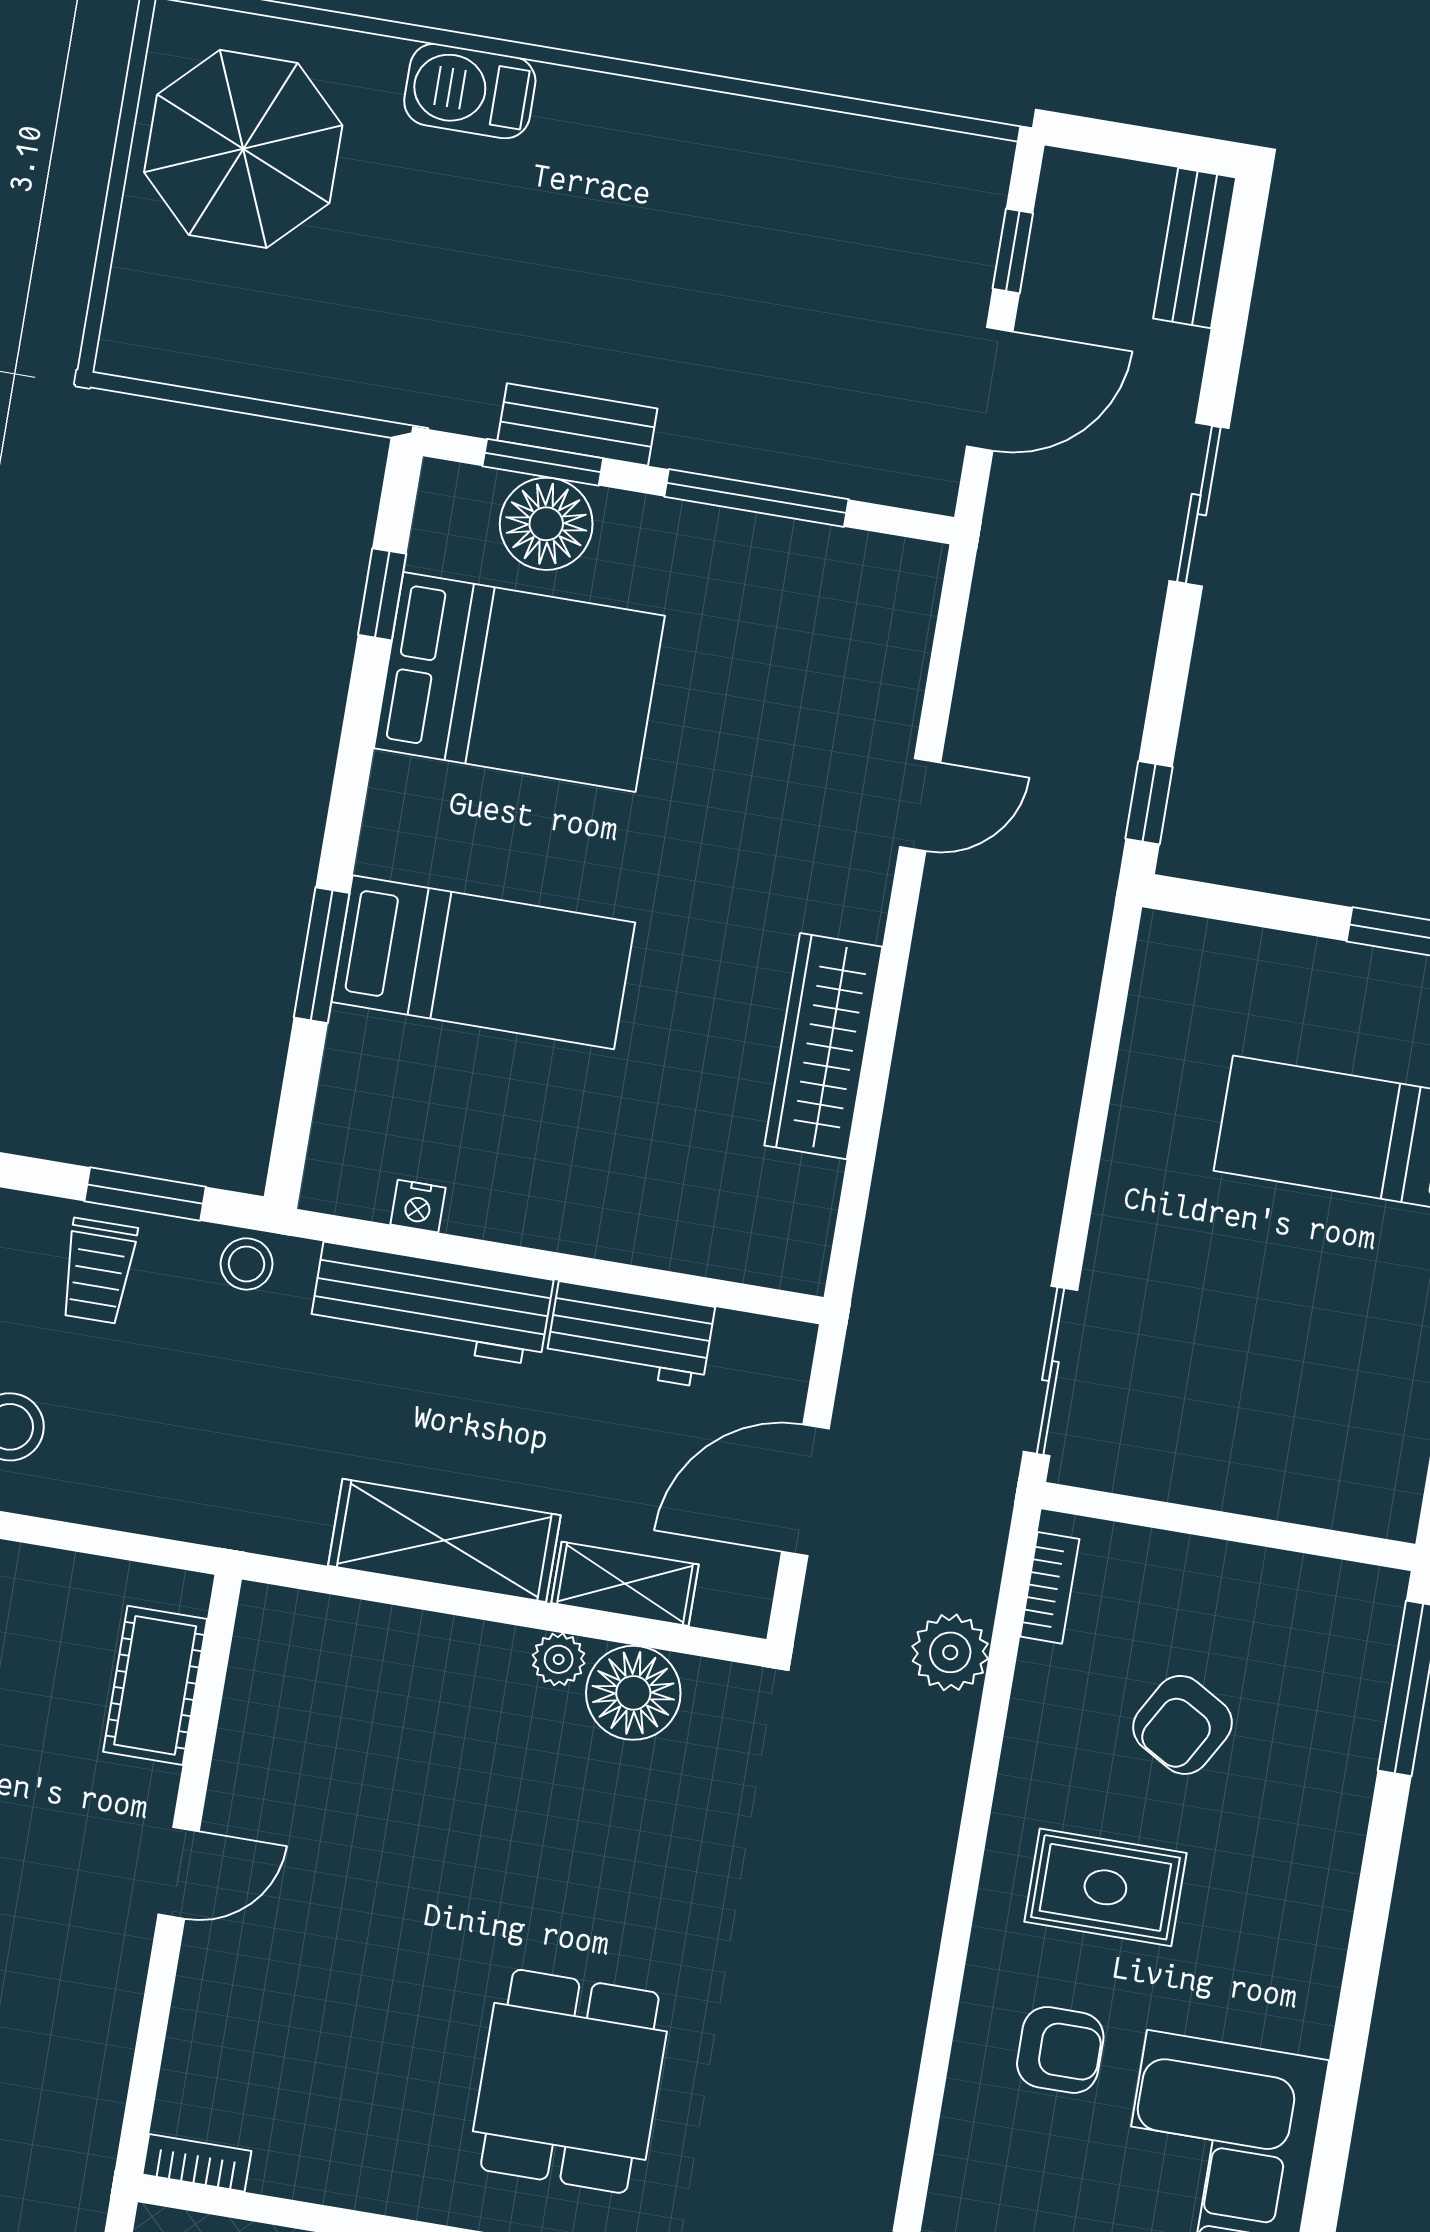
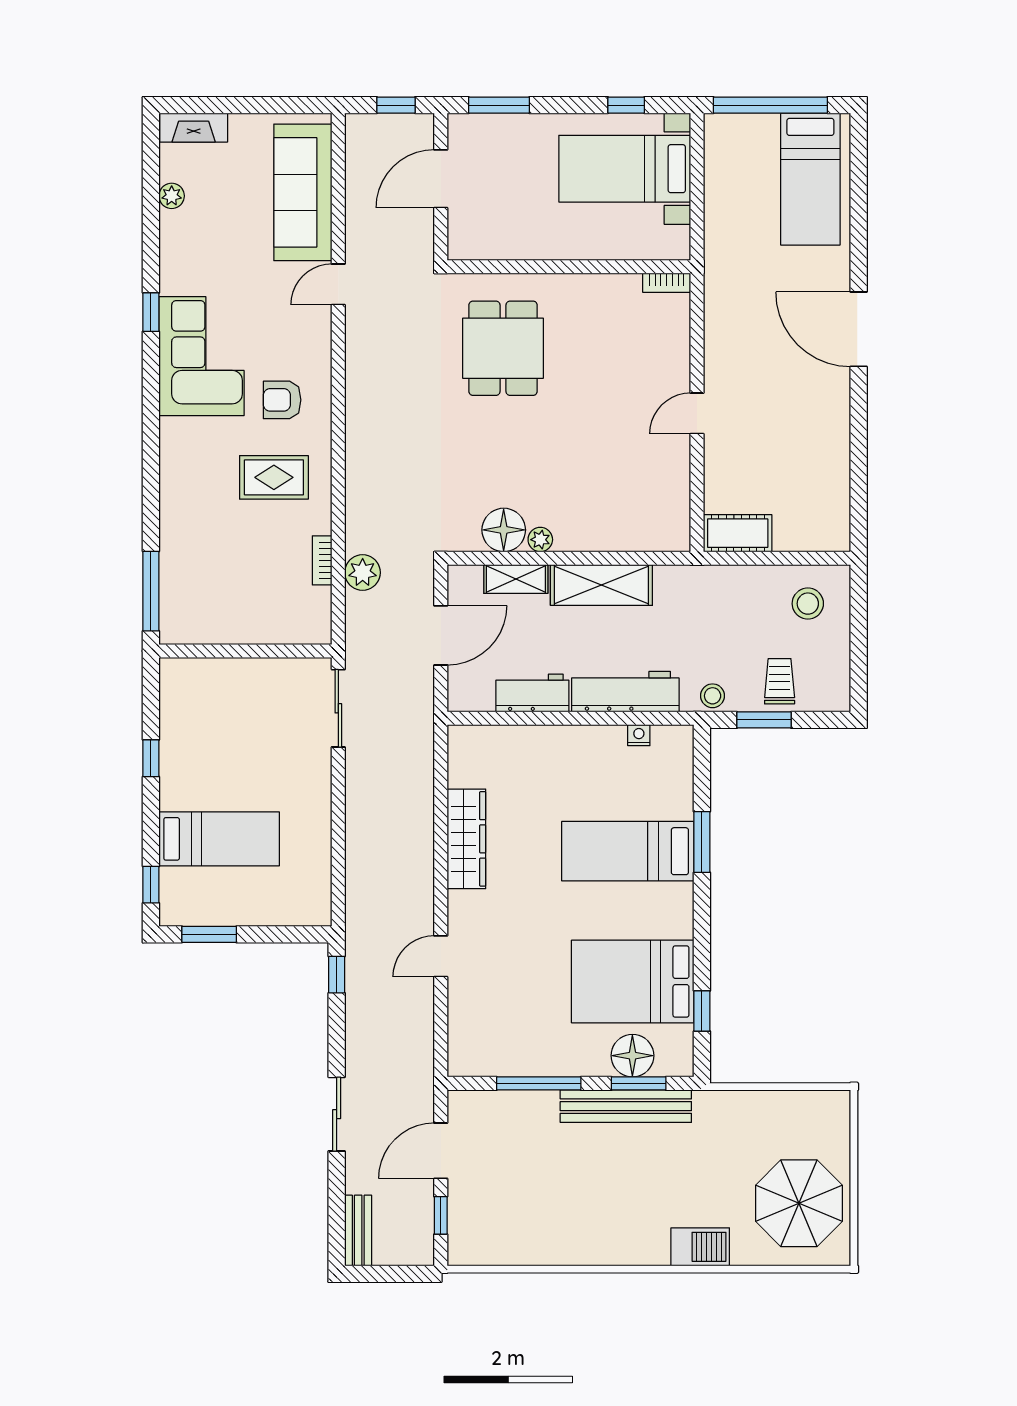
bench: (577, 424) -> (626, 1106), width x1.86, depth x1.21
bookcase: (1050, 1588) -> (322, 560), moved
cot: (155, 1685) -> (738, 533), moved, turned 90
armchair: (1182, 1725) -> (251, 557), removed

